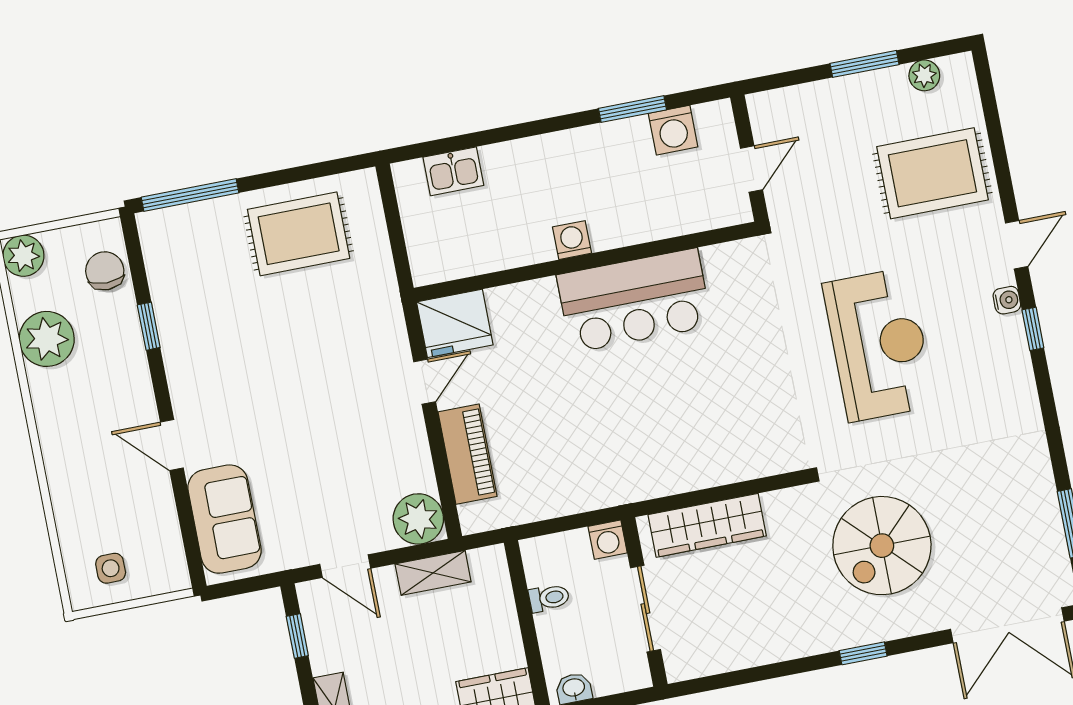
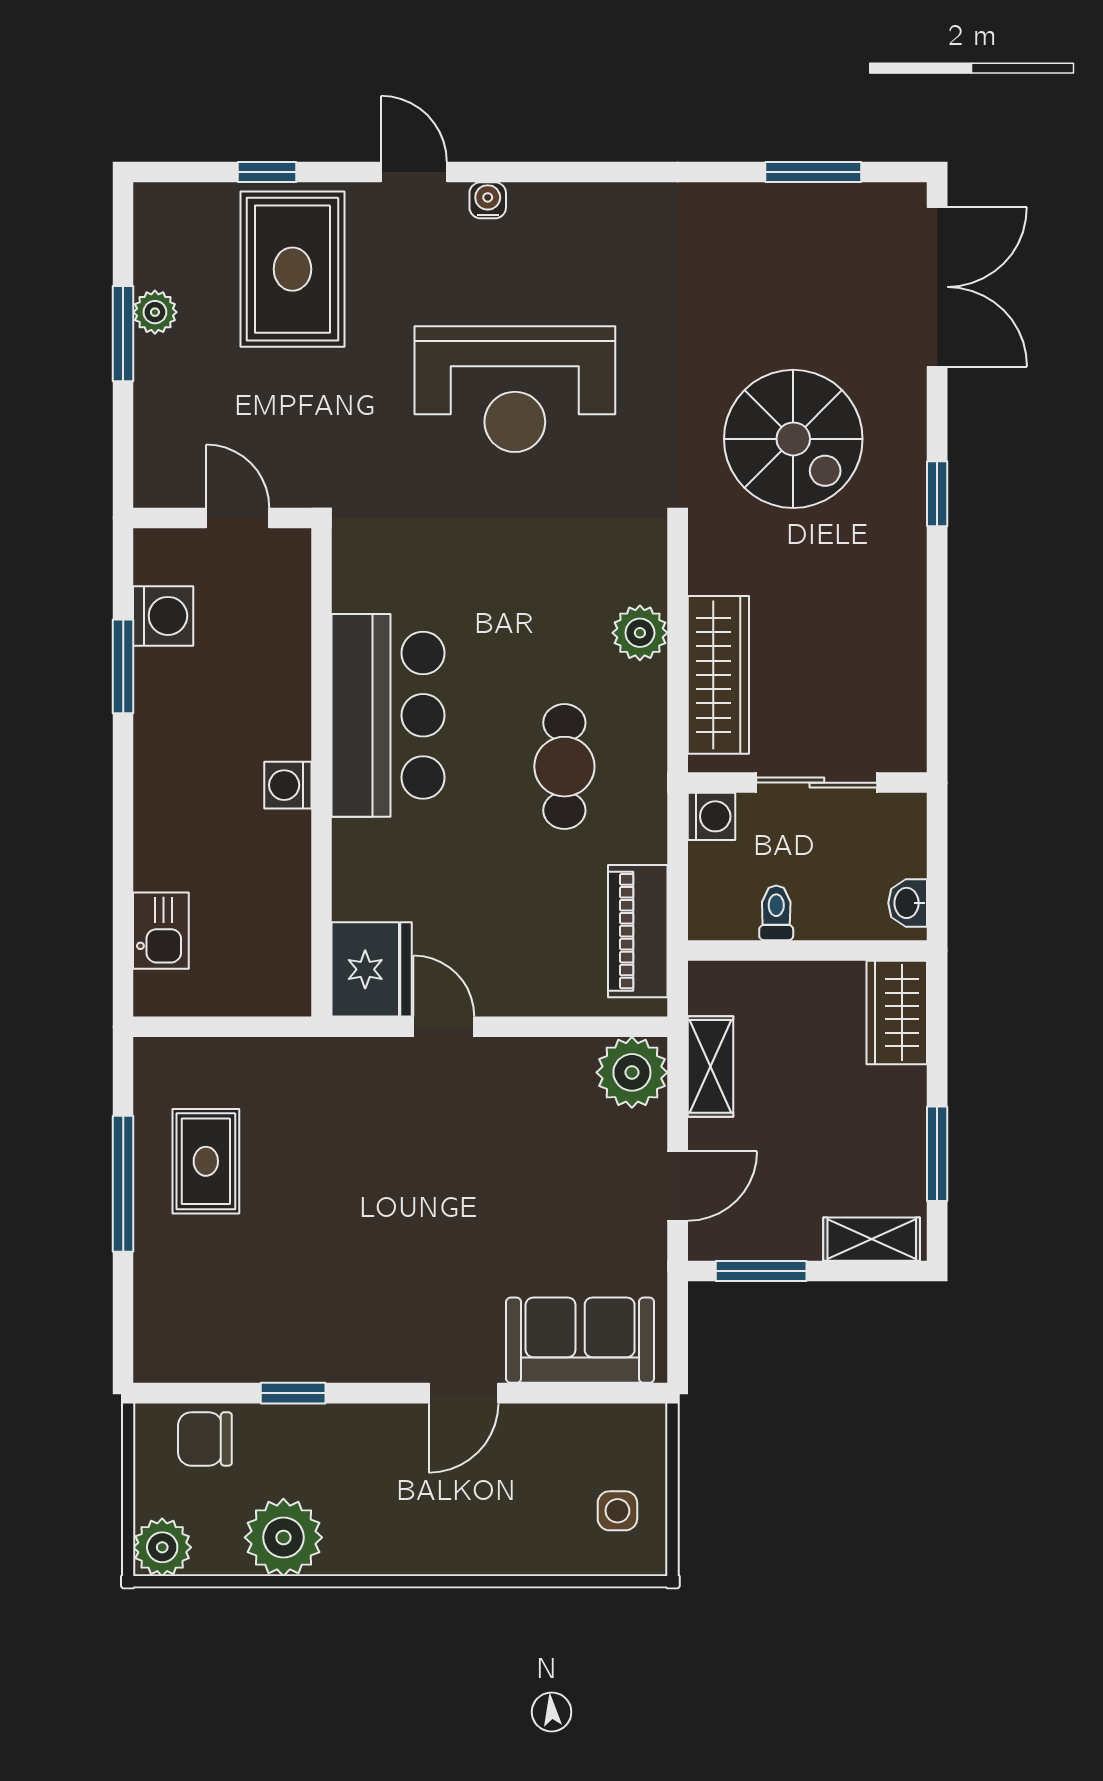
plant: (924, 75) -> (155, 312), moved
window: (190, 195) -> (123, 1184), moved
rug: (299, 234) -> (206, 1161), width x0.73, depth x0.70
window: (1033, 329) -> (267, 172), moved
reception desk: (879, 345) -> (515, 389), turned 180
cafe table: (622, 430) -> (564, 767), added
piano: (468, 454) -> (638, 931), moved, turned -90
plant: (726, 465) -> (640, 633), added
window: (297, 636) -> (761, 1271), width x1.50

